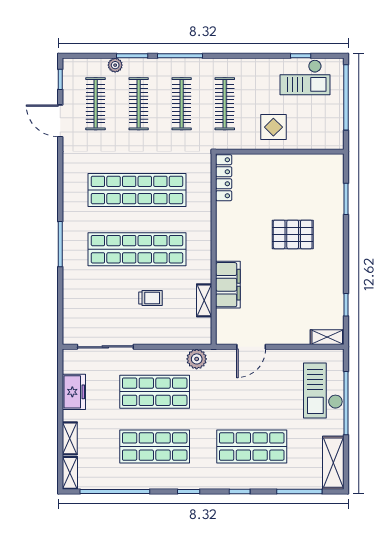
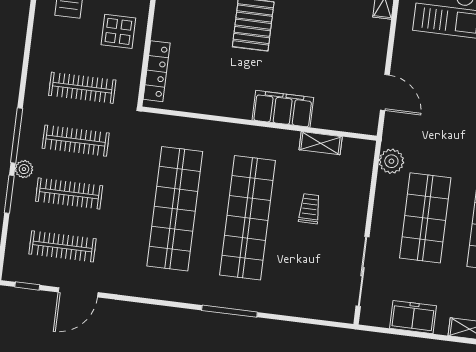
plant: (115, 65) -> (24, 169), moved
locker: (224, 178) -> (157, 71), moved, turned 90
filing cabinet: (228, 285) -> (283, 109), moved

